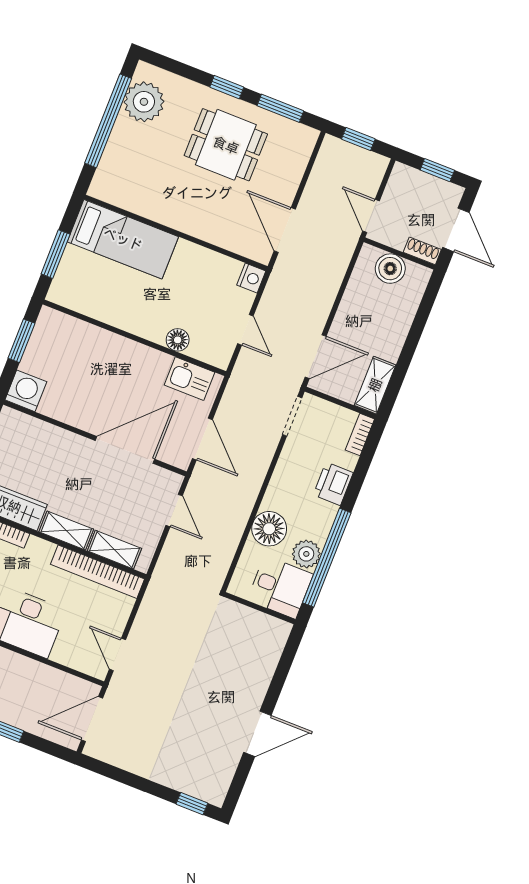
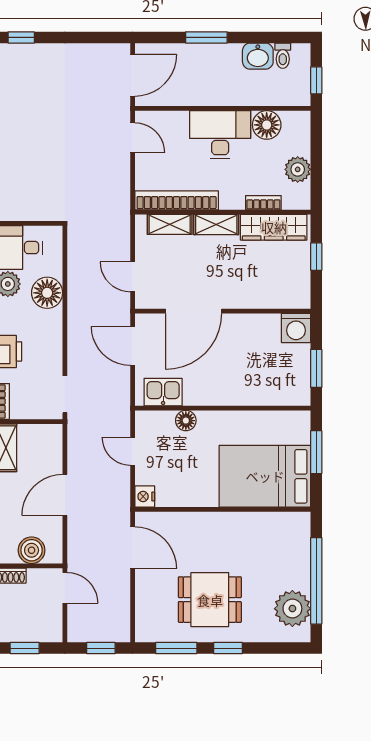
bed: (123, 239) -> (265, 476), width x1.50
door: (316, 357) -> (65, 495), moved

